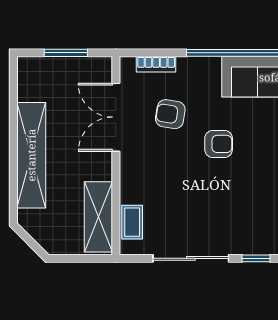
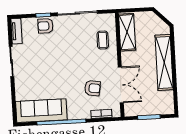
armchair: (219, 144) -> (46, 26), moved
coffee table: (132, 222) -> (103, 40), moved

